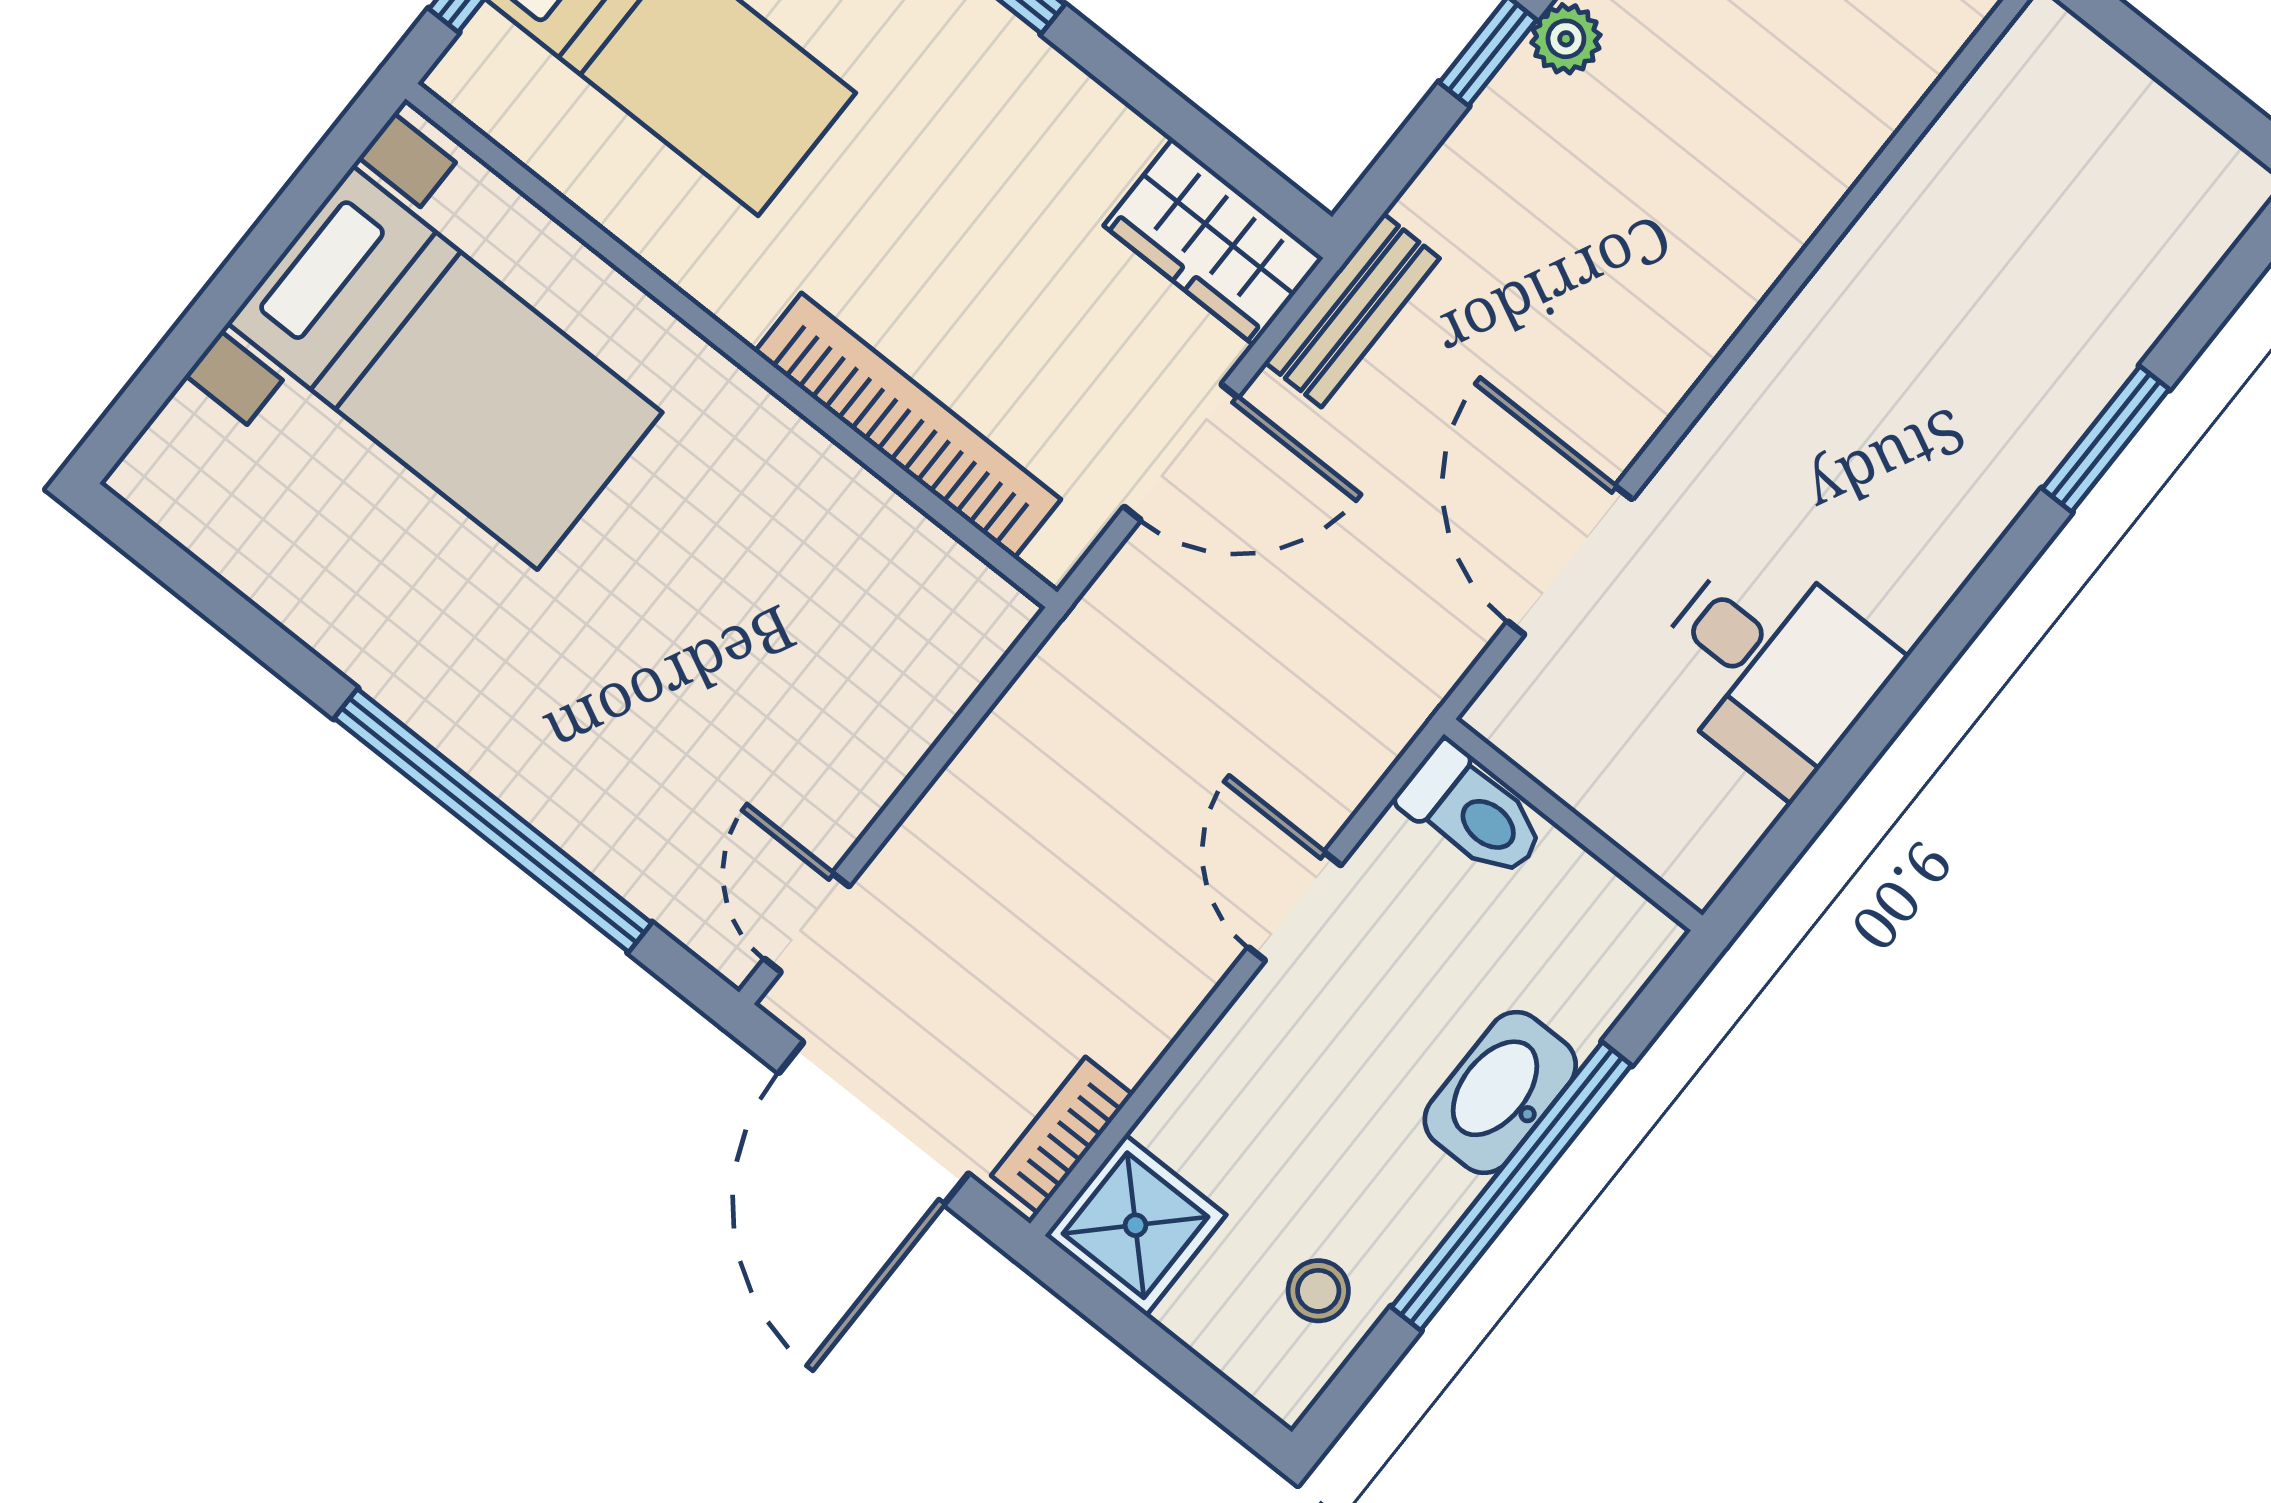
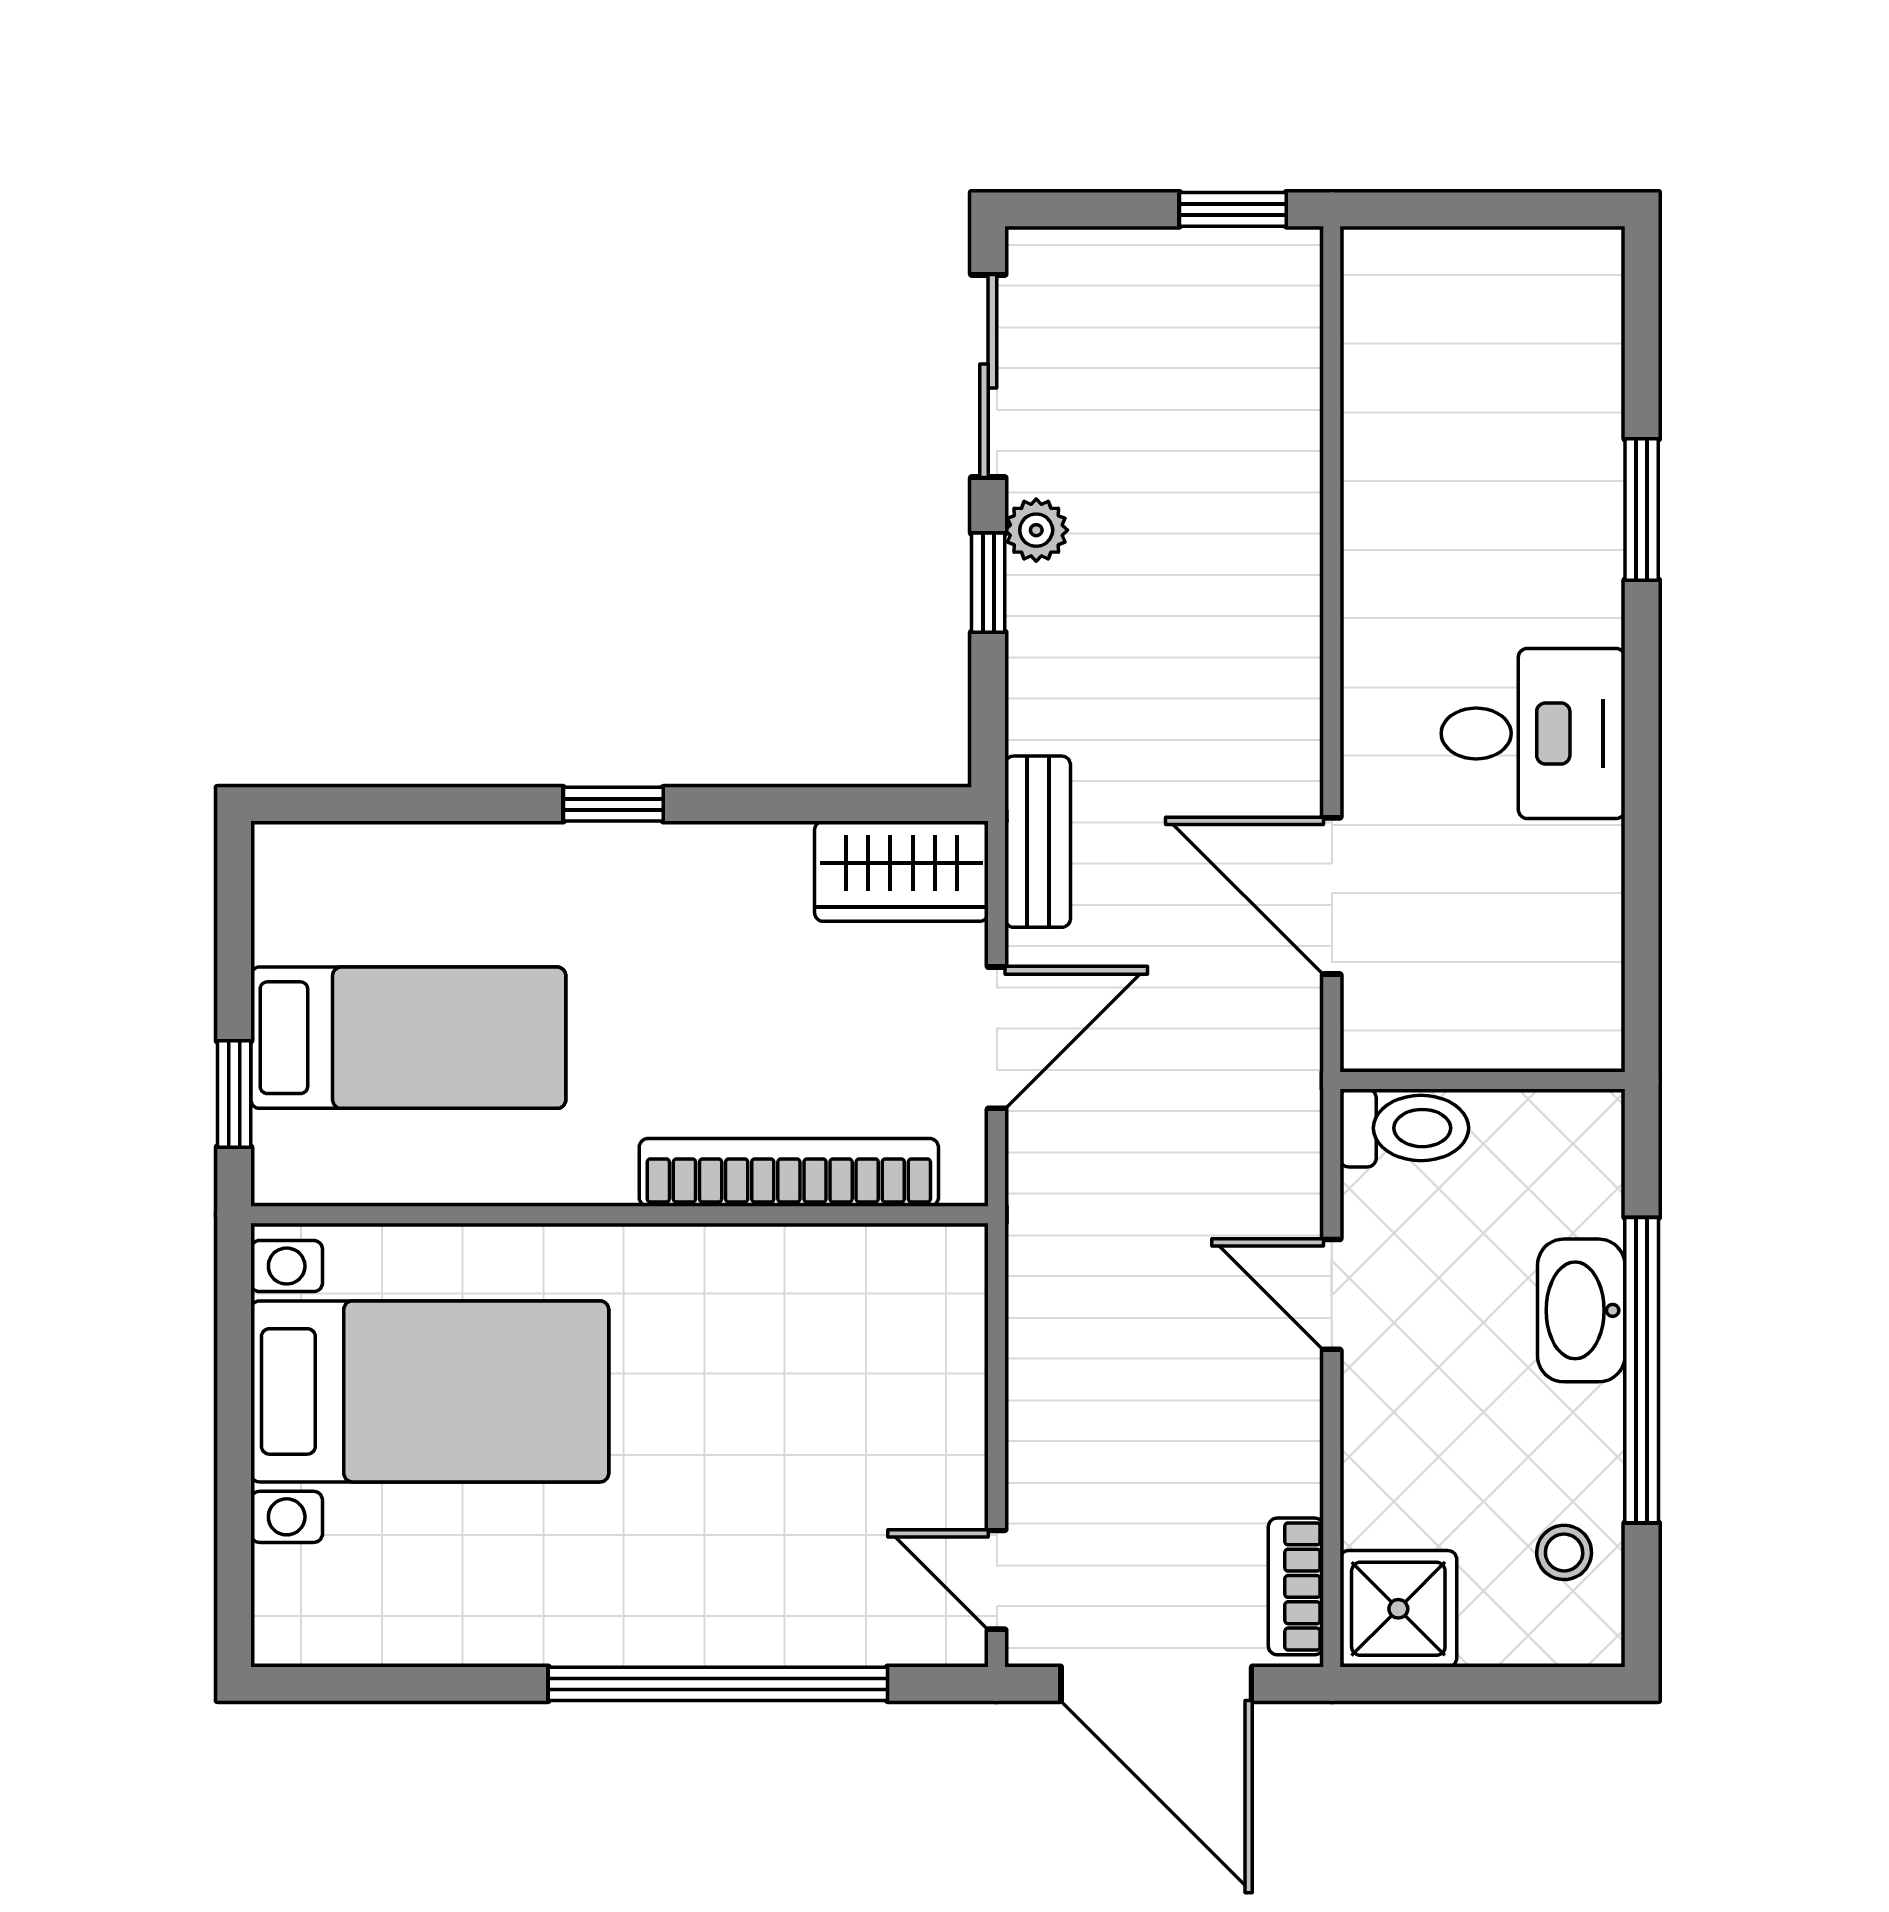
desk: (1770, 667) -> (1533, 733), moved

